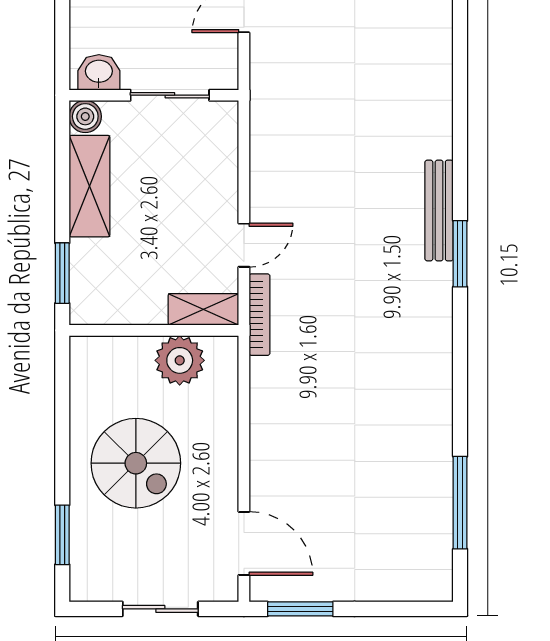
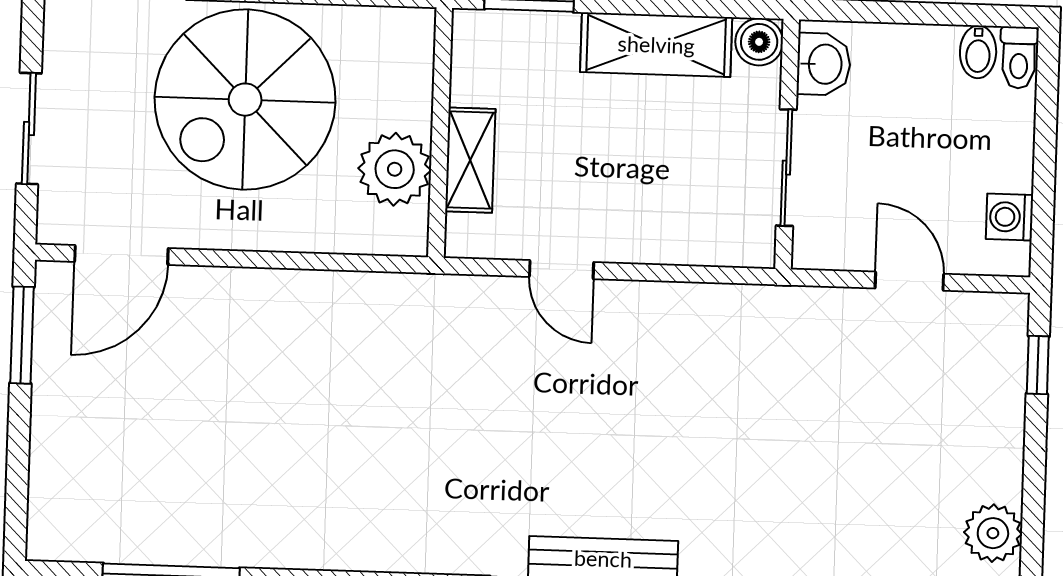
shelving: (203, 309) -> (470, 160), moved
bookcase: (259, 315) -> (458, 289), removed
spiral stairs: (136, 463) -> (245, 100), width x1.37, depth x1.37

